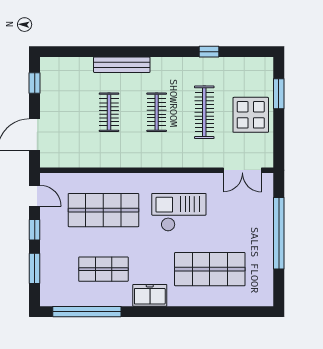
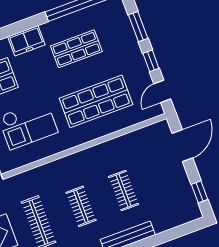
door: (35, 196) -> (162, 91), hinge flipped

